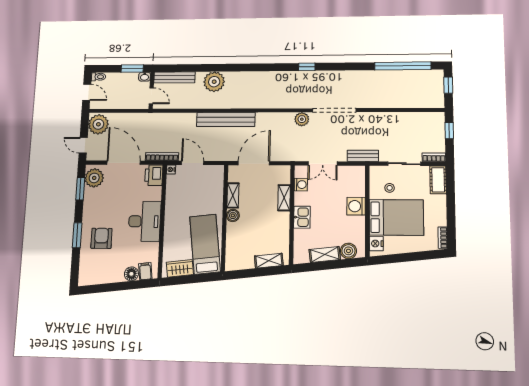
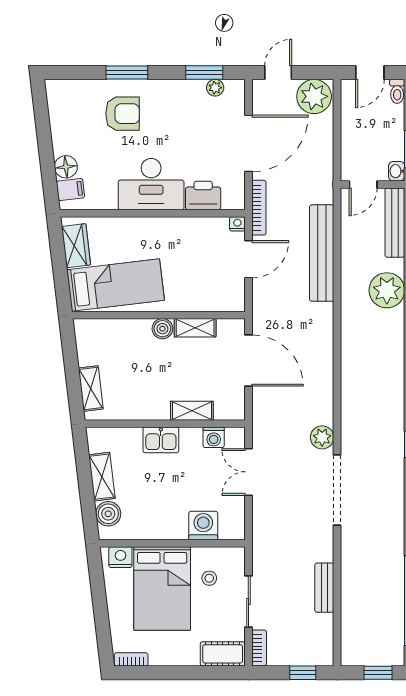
bench: (226, 120) -> (322, 253), moved
bench: (363, 156) -> (324, 588), moved
printer: (154, 175) -> (203, 196), moved
plant: (94, 178) -> (215, 88), width x0.53, depth x0.53
washing machine: (356, 206) -> (203, 526), moved

